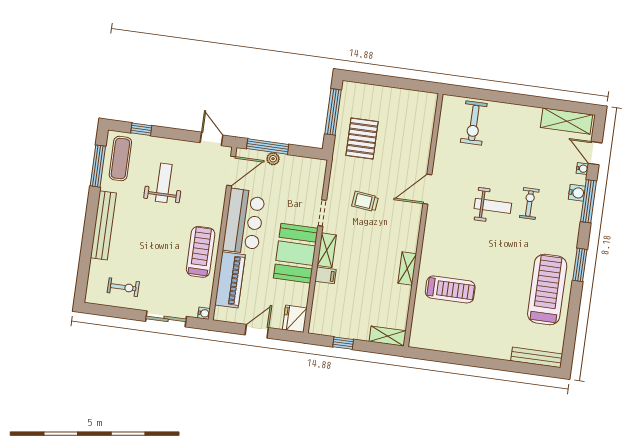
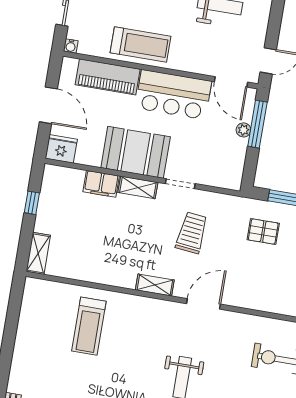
pallet: (362, 138) -> (263, 232), width x0.67, depth x0.71
door: (427, 189) -> (203, 304), hinge flipped
trolley: (365, 201) -> (192, 233), width x1.36, depth x1.39
shelving: (407, 269) -> (155, 285), moved
filing cabinet: (326, 275) -> (101, 184), width x2.00
door: (257, 331) -> (48, 105), width x1.37

